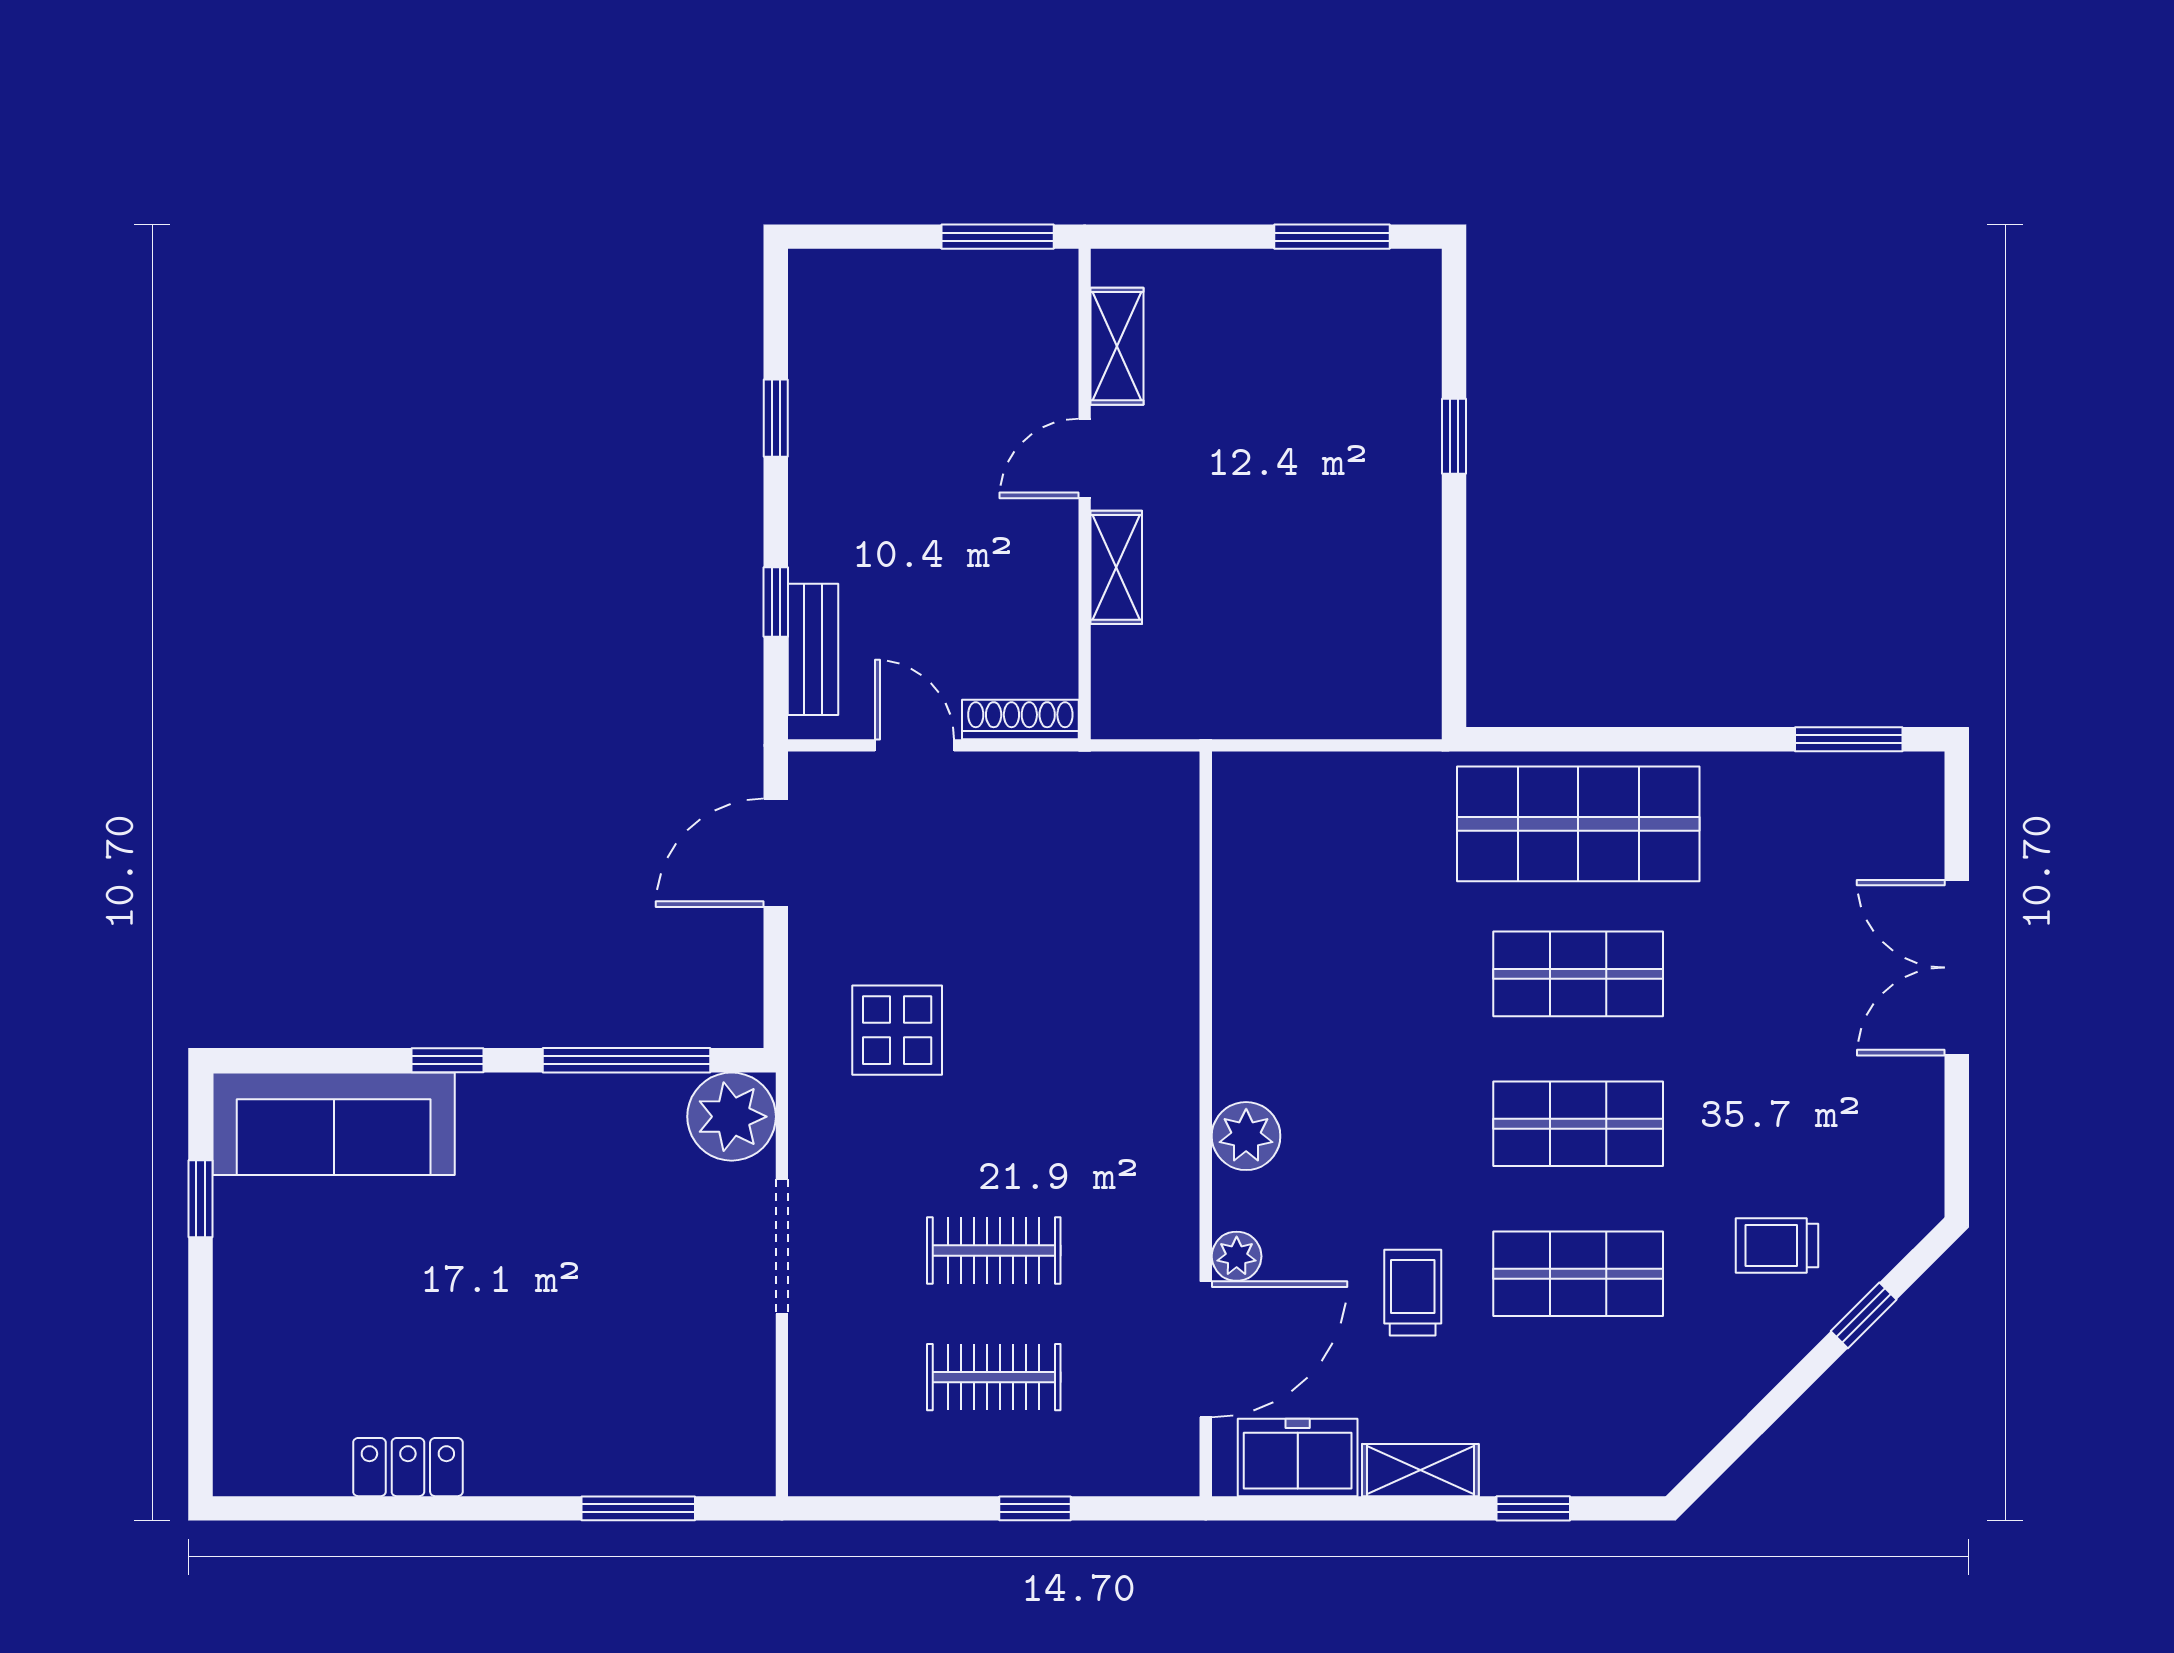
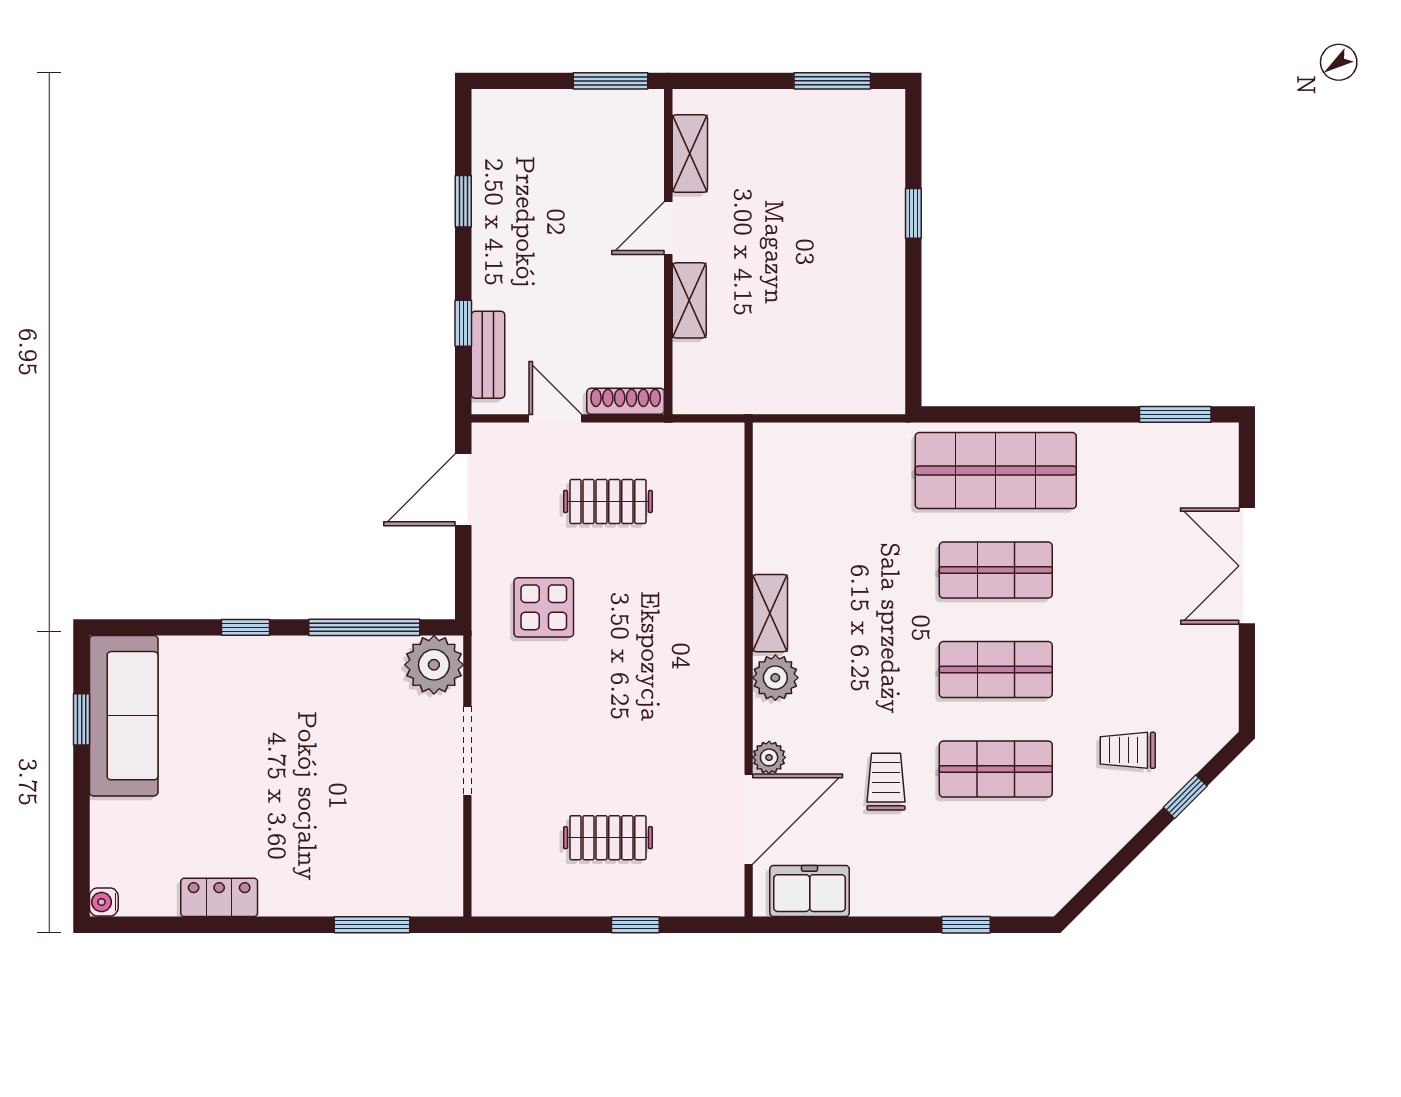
sofa: (334, 1124) -> (124, 716), moved, turned -90
clothes rail: (994, 1250) -> (608, 501), moved
shelving: (1420, 1470) -> (770, 613), moved, turned 90
water cooler: (234, 1474) -> (104, 902), added

